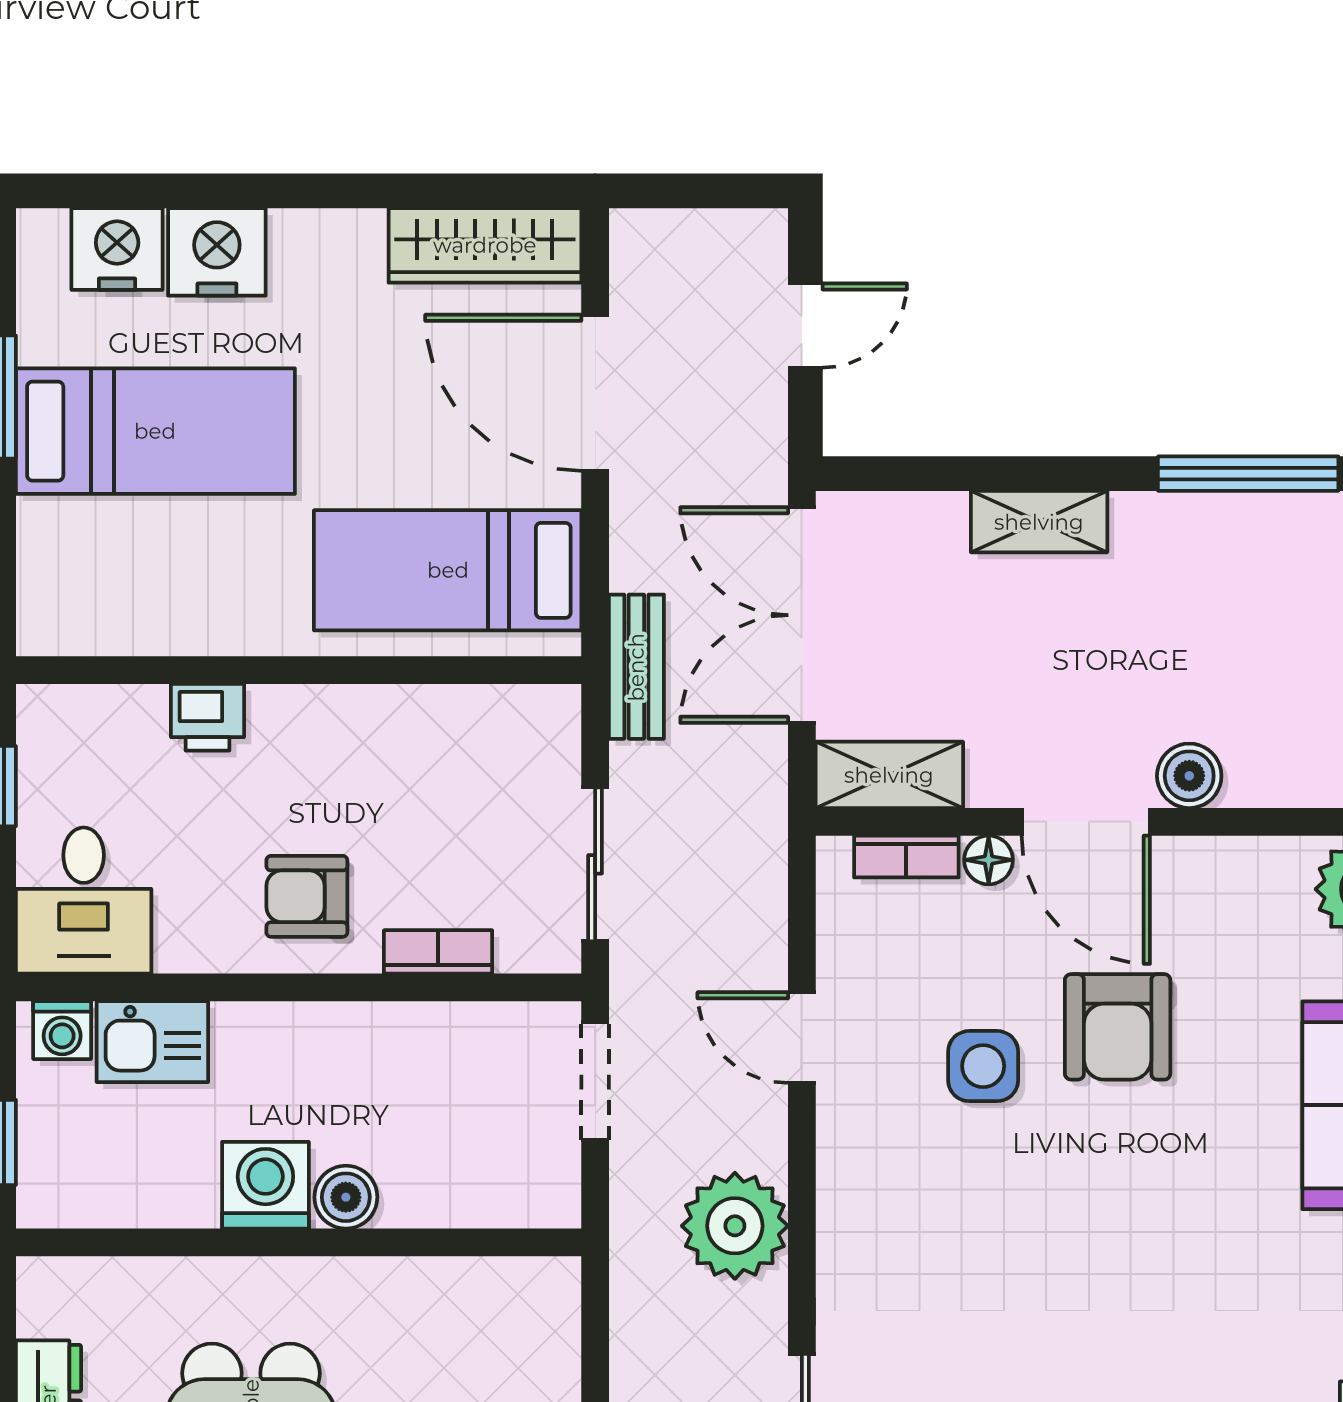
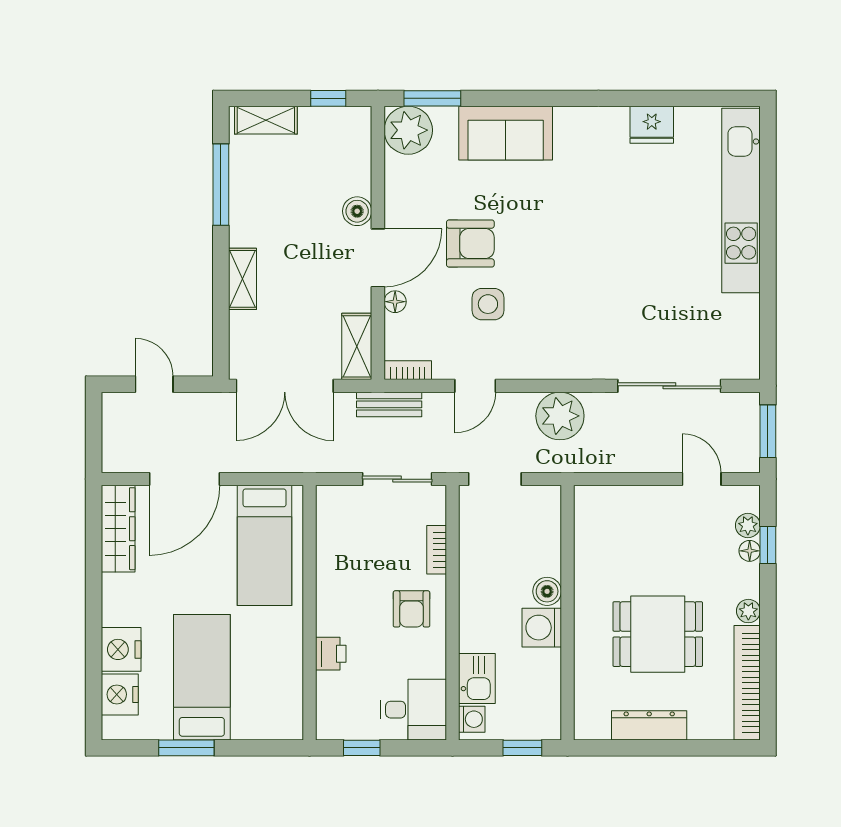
bench: (636, 667) -> (389, 404), moved
bookcase: (906, 857) -> (408, 370), moved, turned -90

